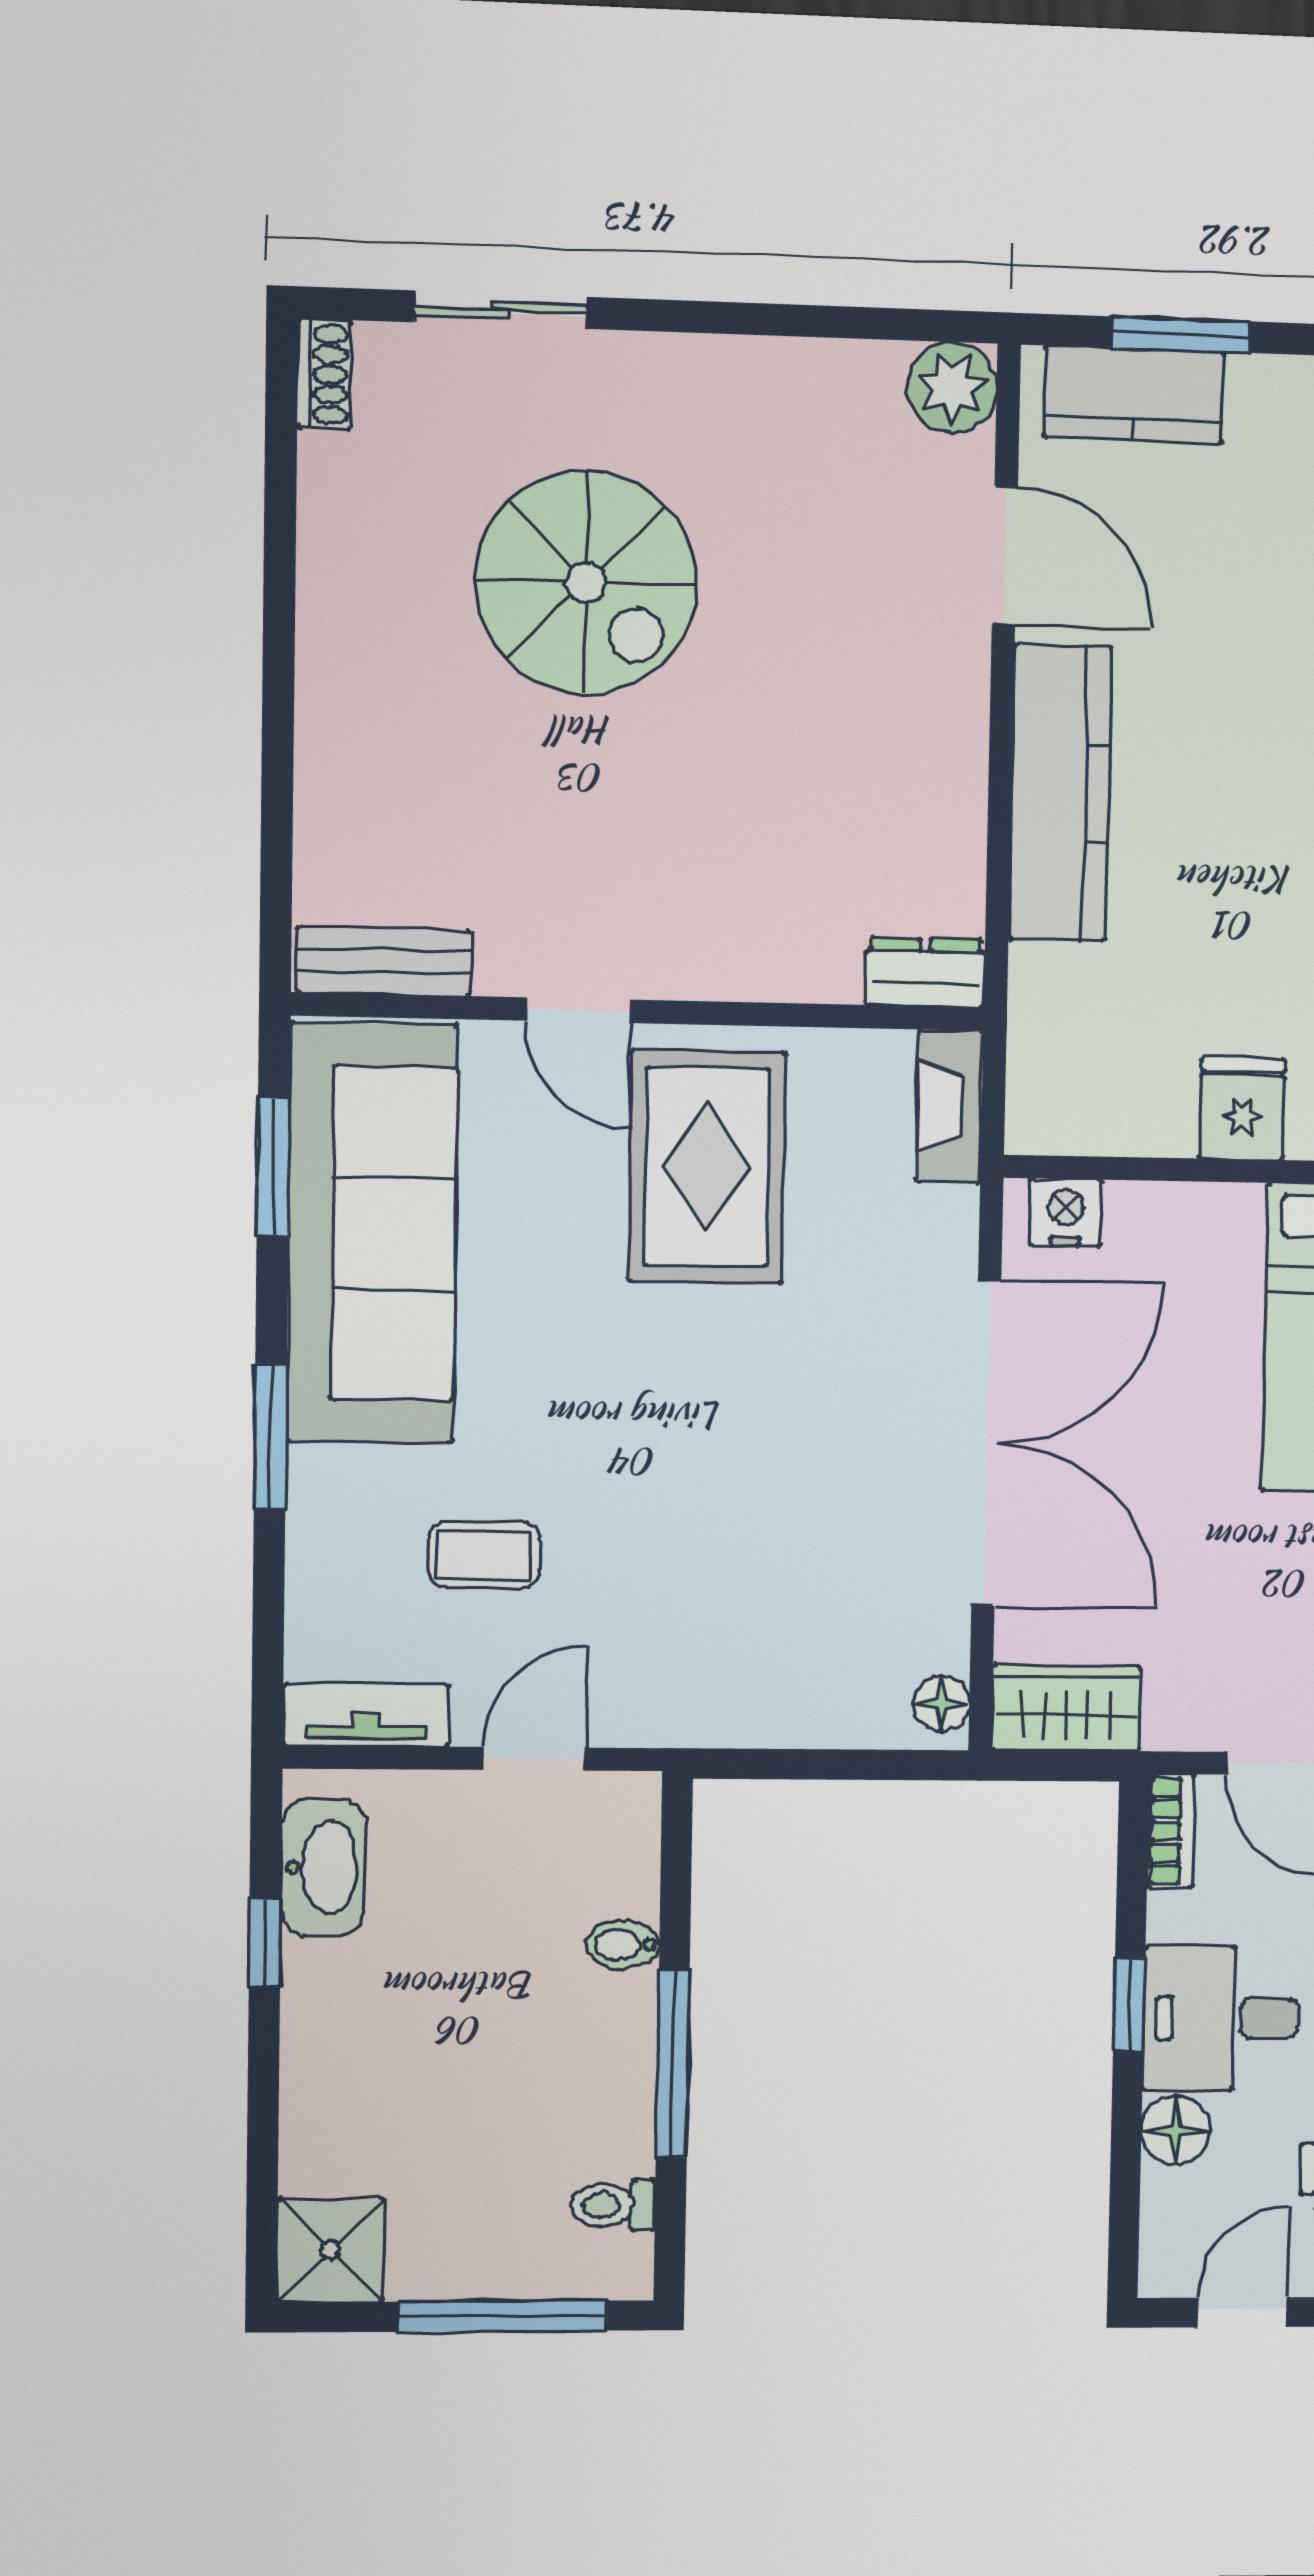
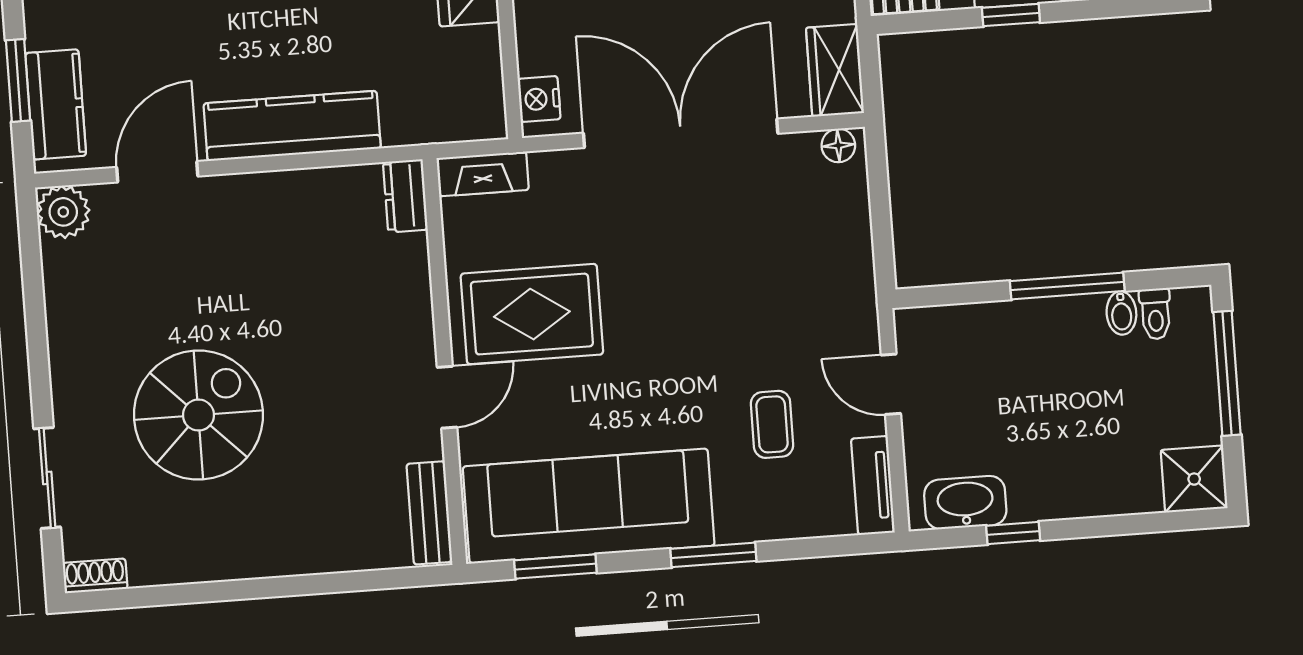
bidet: (623, 1944) -> (1121, 313), moved

